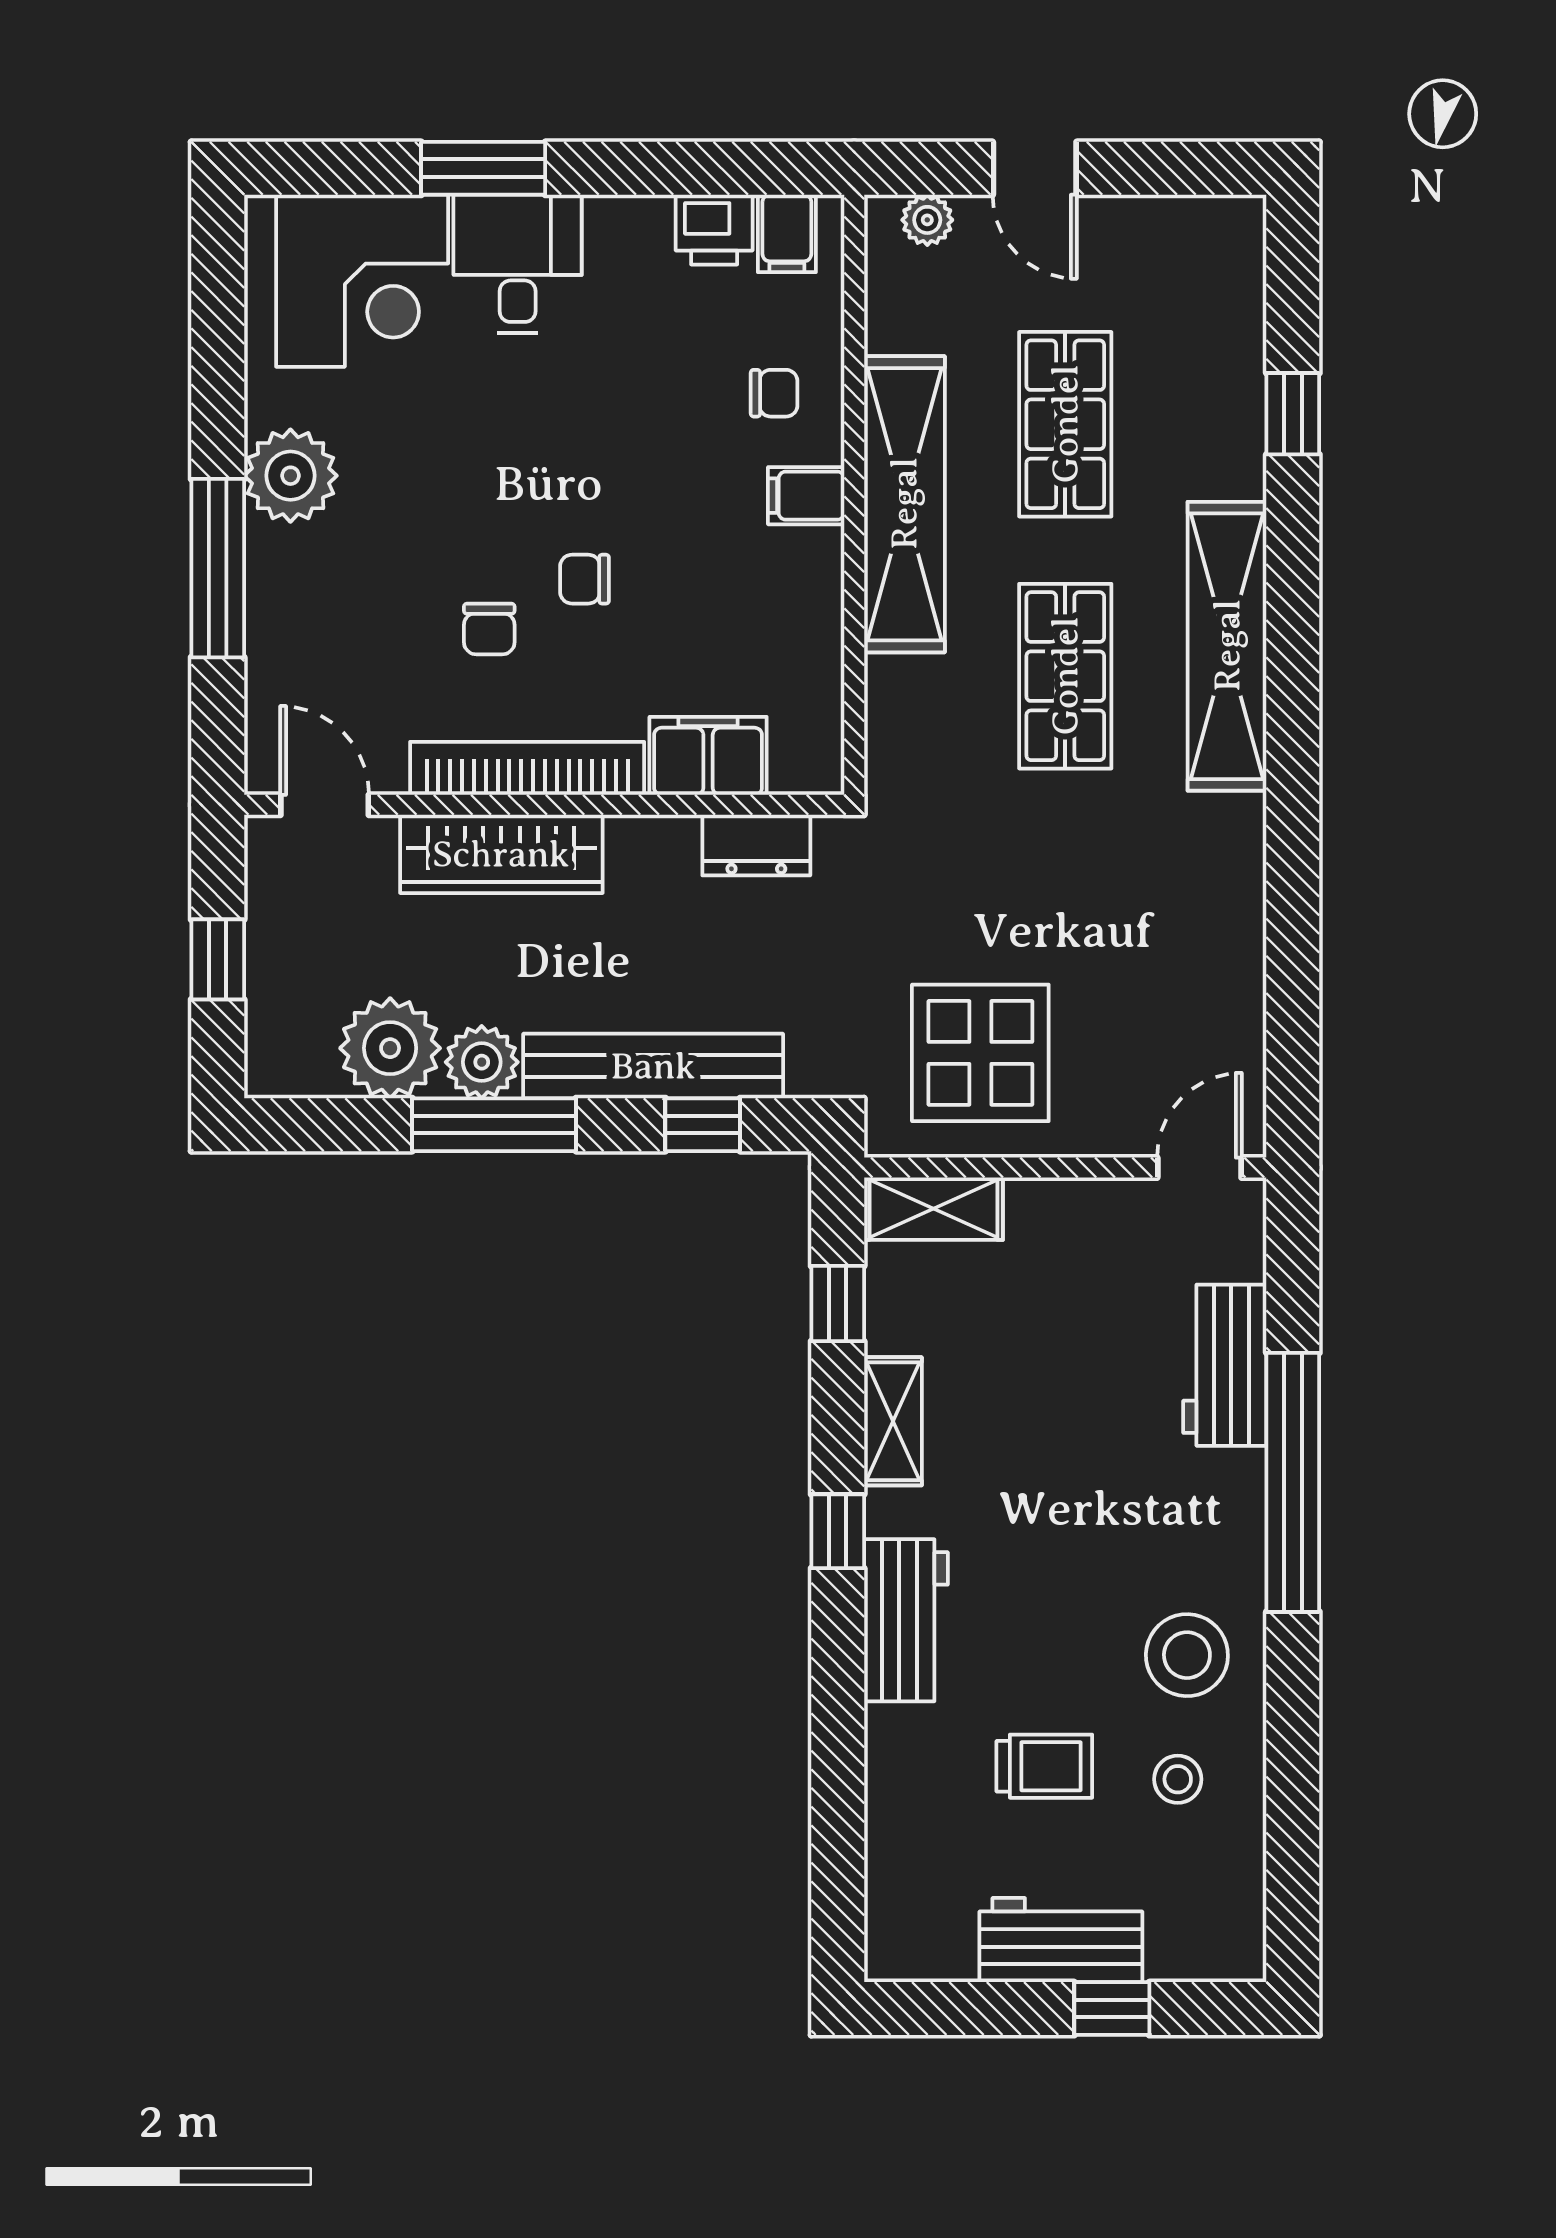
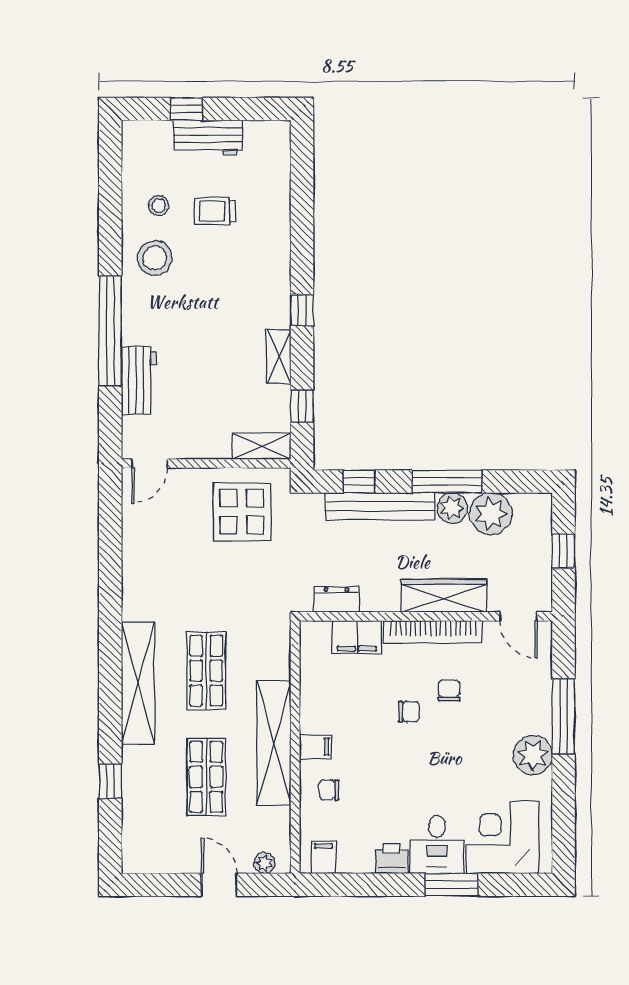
printer: (714, 230) -> (392, 859), moved
workbench: (906, 1620) -> (273, 273), removed

